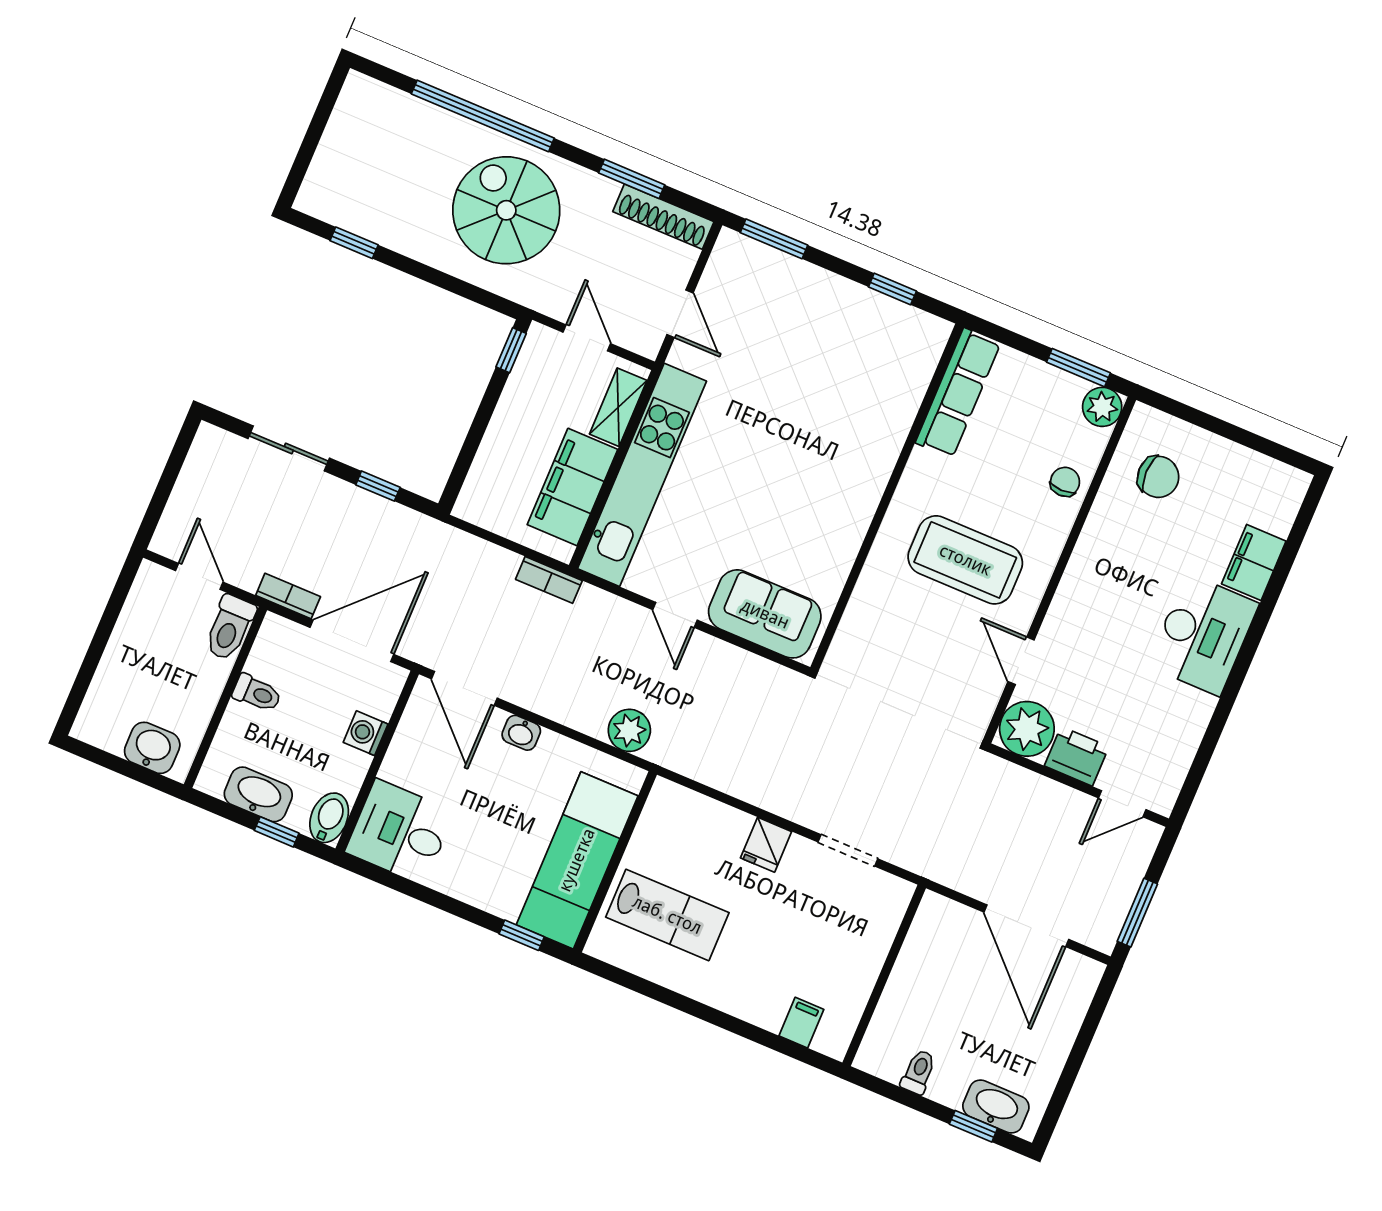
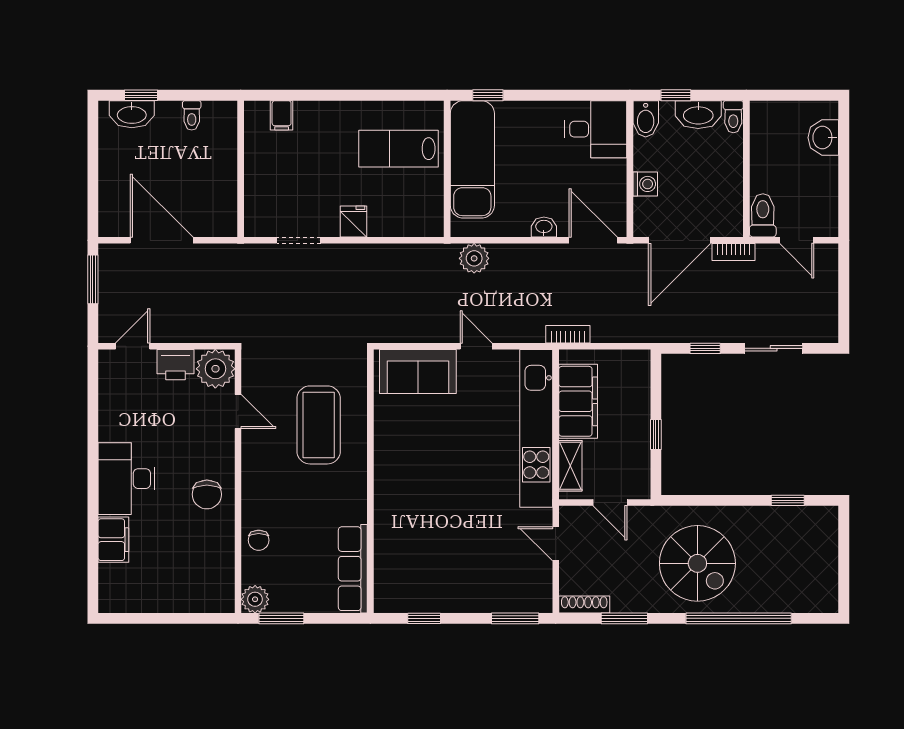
shoe rack: (663, 217) -> (584, 604), width x0.74, depth x0.81
window: (511, 350) -> (656, 435), moved
chair: (1158, 477) -> (207, 494), moved, turned -90
coffee table: (965, 560) -> (319, 425), moved, turned 90
toilet: (257, 693) -> (733, 117), moved, turned -90
washbasin: (152, 748) -> (823, 138), moved, turned 90

